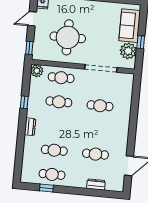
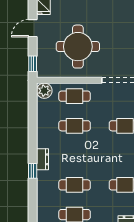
window: (24, 102) -> (33, 171), moved

